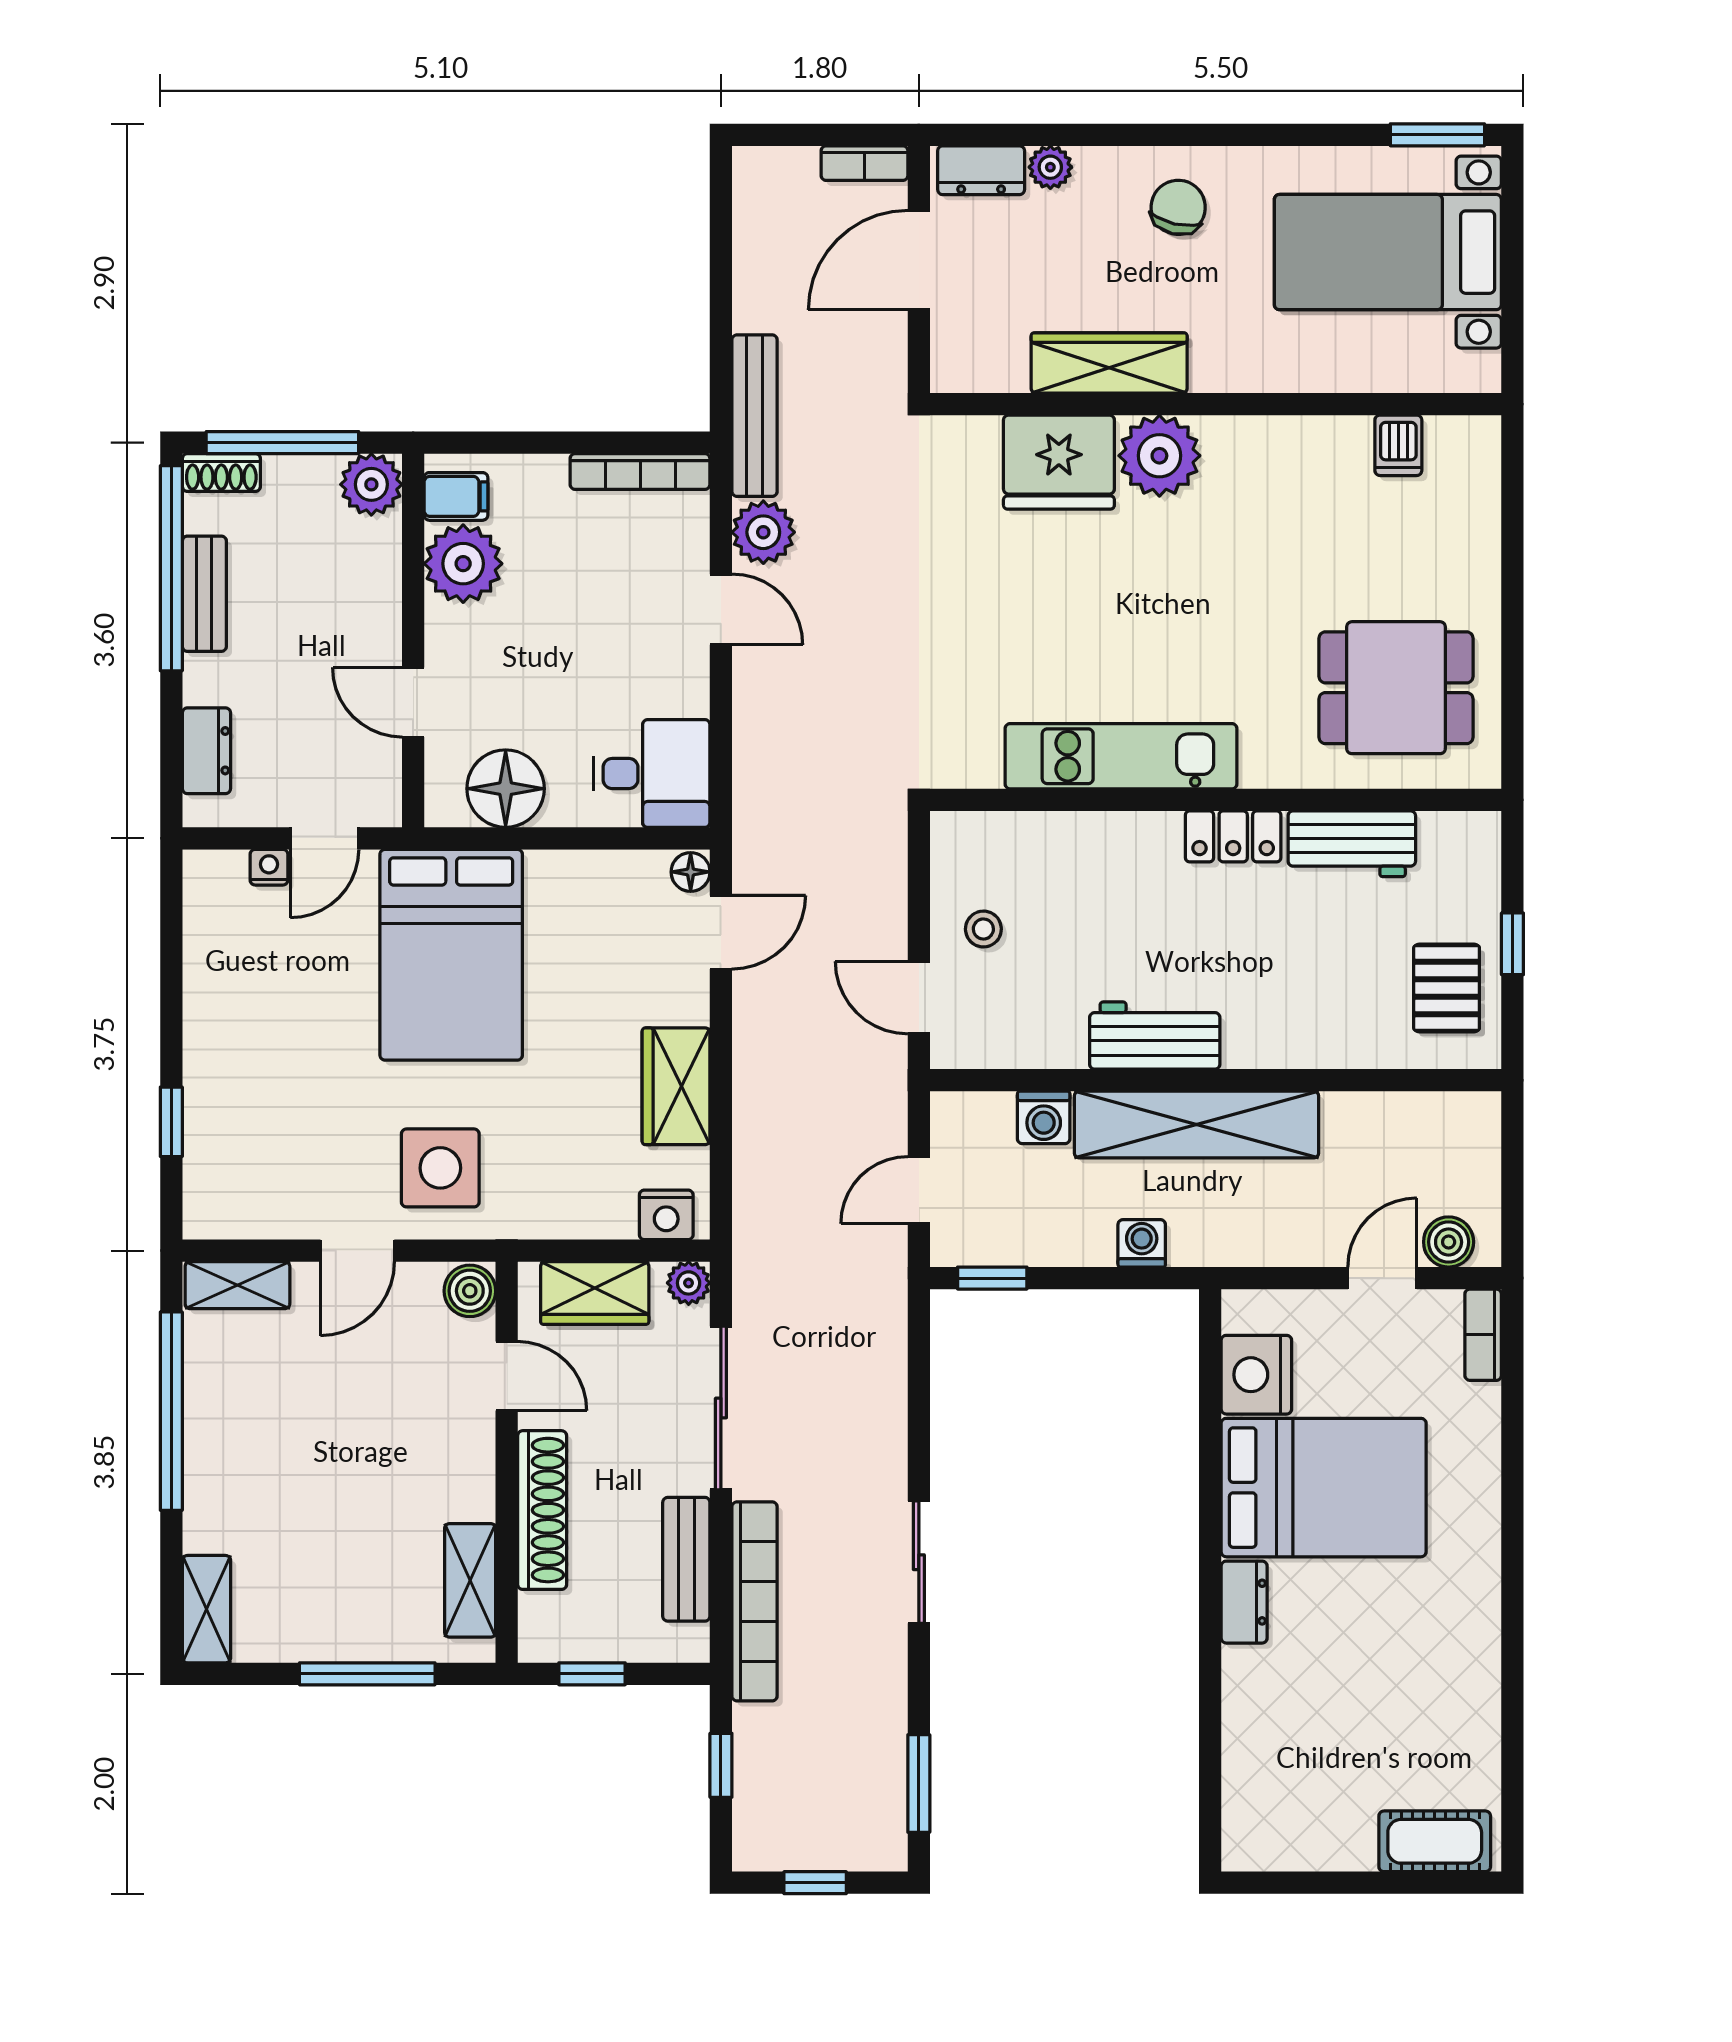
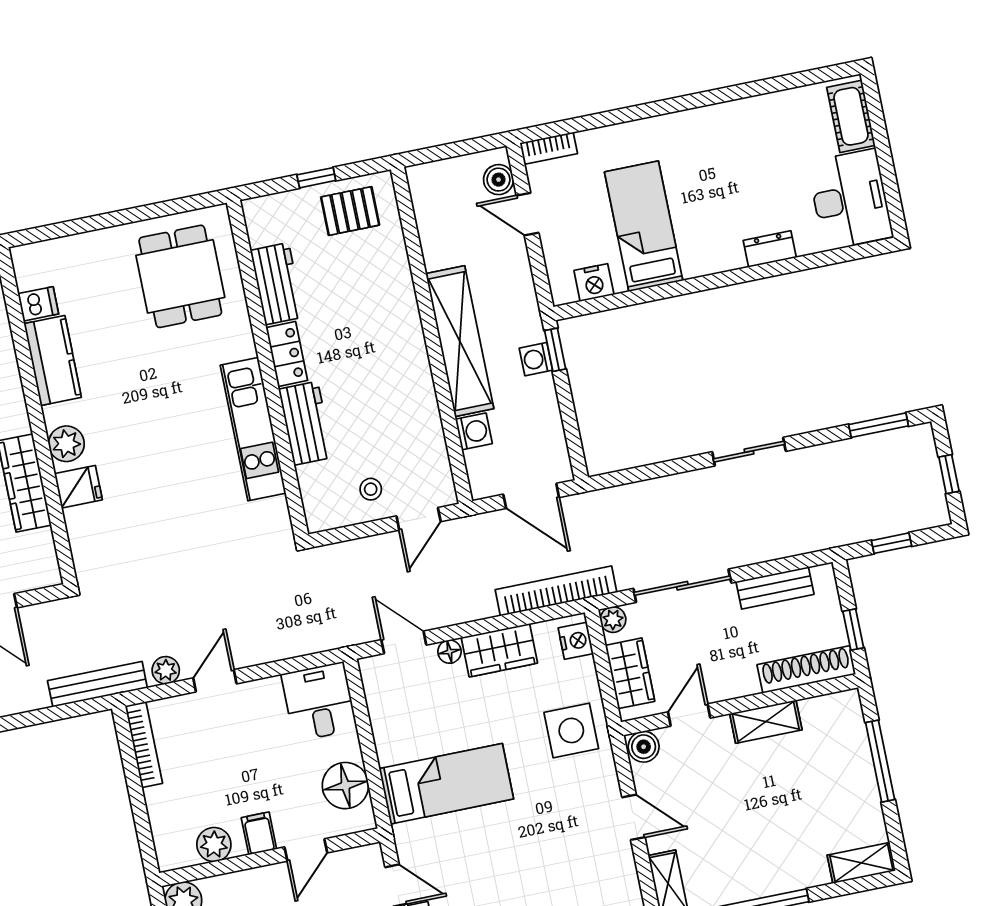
kitchen counter: (1300, 450) -> (53, 361), added
plant: (1159, 456) -> (66, 444), width x0.73, depth x0.73
fridge: (1059, 462) -> (78, 487), width x0.53, depth x0.75
filing cabinet: (456, 496) -> (259, 833), moved
plant: (763, 532) -> (166, 670), width x0.73, depth x0.73
plant: (463, 564) -> (214, 845), width x0.73, depth x0.73
floor lamp: (691, 872) -> (449, 652), moved
bed: (451, 955) -> (446, 784), width x0.67
workbench: (1155, 1036) -> (306, 423), moved, turned 180
side table: (440, 1168) -> (571, 730), moved
door: (919, 1190) -> (531, 496), width x1.37
window: (992, 1278) -> (555, 350), moved
nightstand: (1256, 1375) -> (594, 283), width x0.74, depth x0.75
bed: (1324, 1488) -> (644, 226), width x0.67
shoe rack: (542, 1510) -> (806, 670), moved
shelving: (470, 1580) -> (766, 722), moved
bookcase: (755, 1601) -> (556, 591), moved
dresser: (1244, 1602) -> (770, 249), moved
desk: (1299, 1812) -> (850, 199), added

